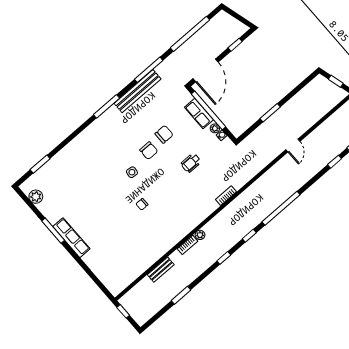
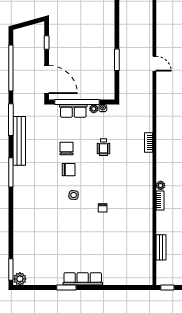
window: (40, 164) -> (11, 269), moved
plant: (36, 197) -> (20, 279), moved
window: (53, 231) -> (66, 288), width x0.69
bench: (161, 270) -> (161, 247), moved

